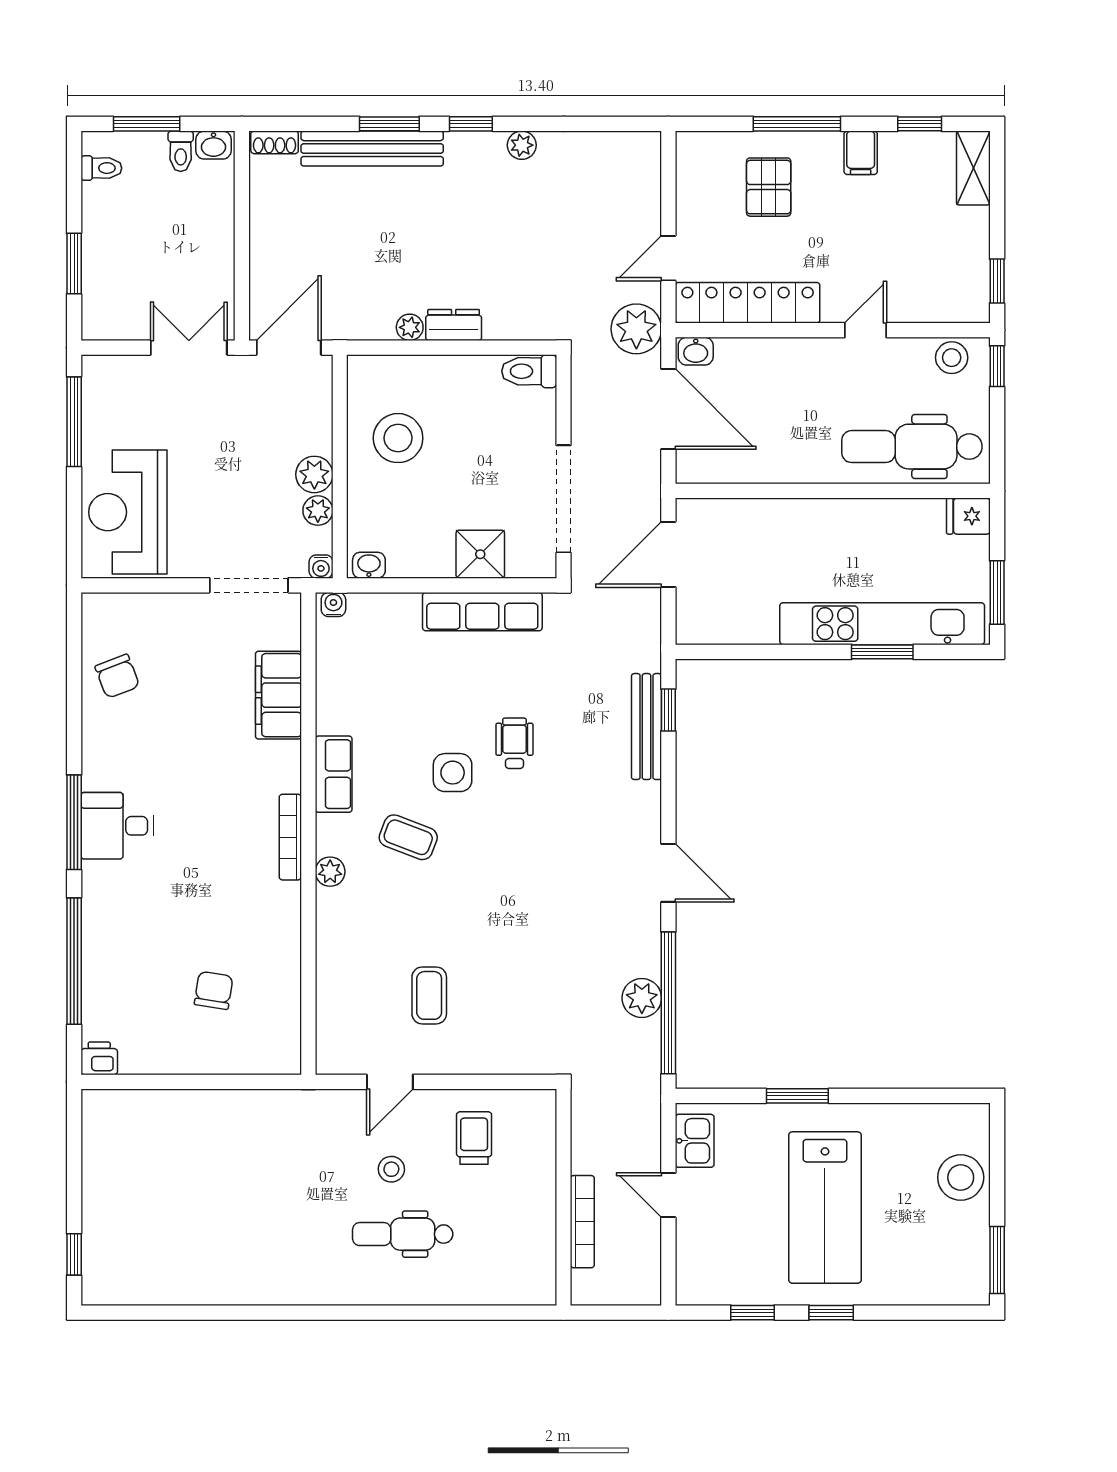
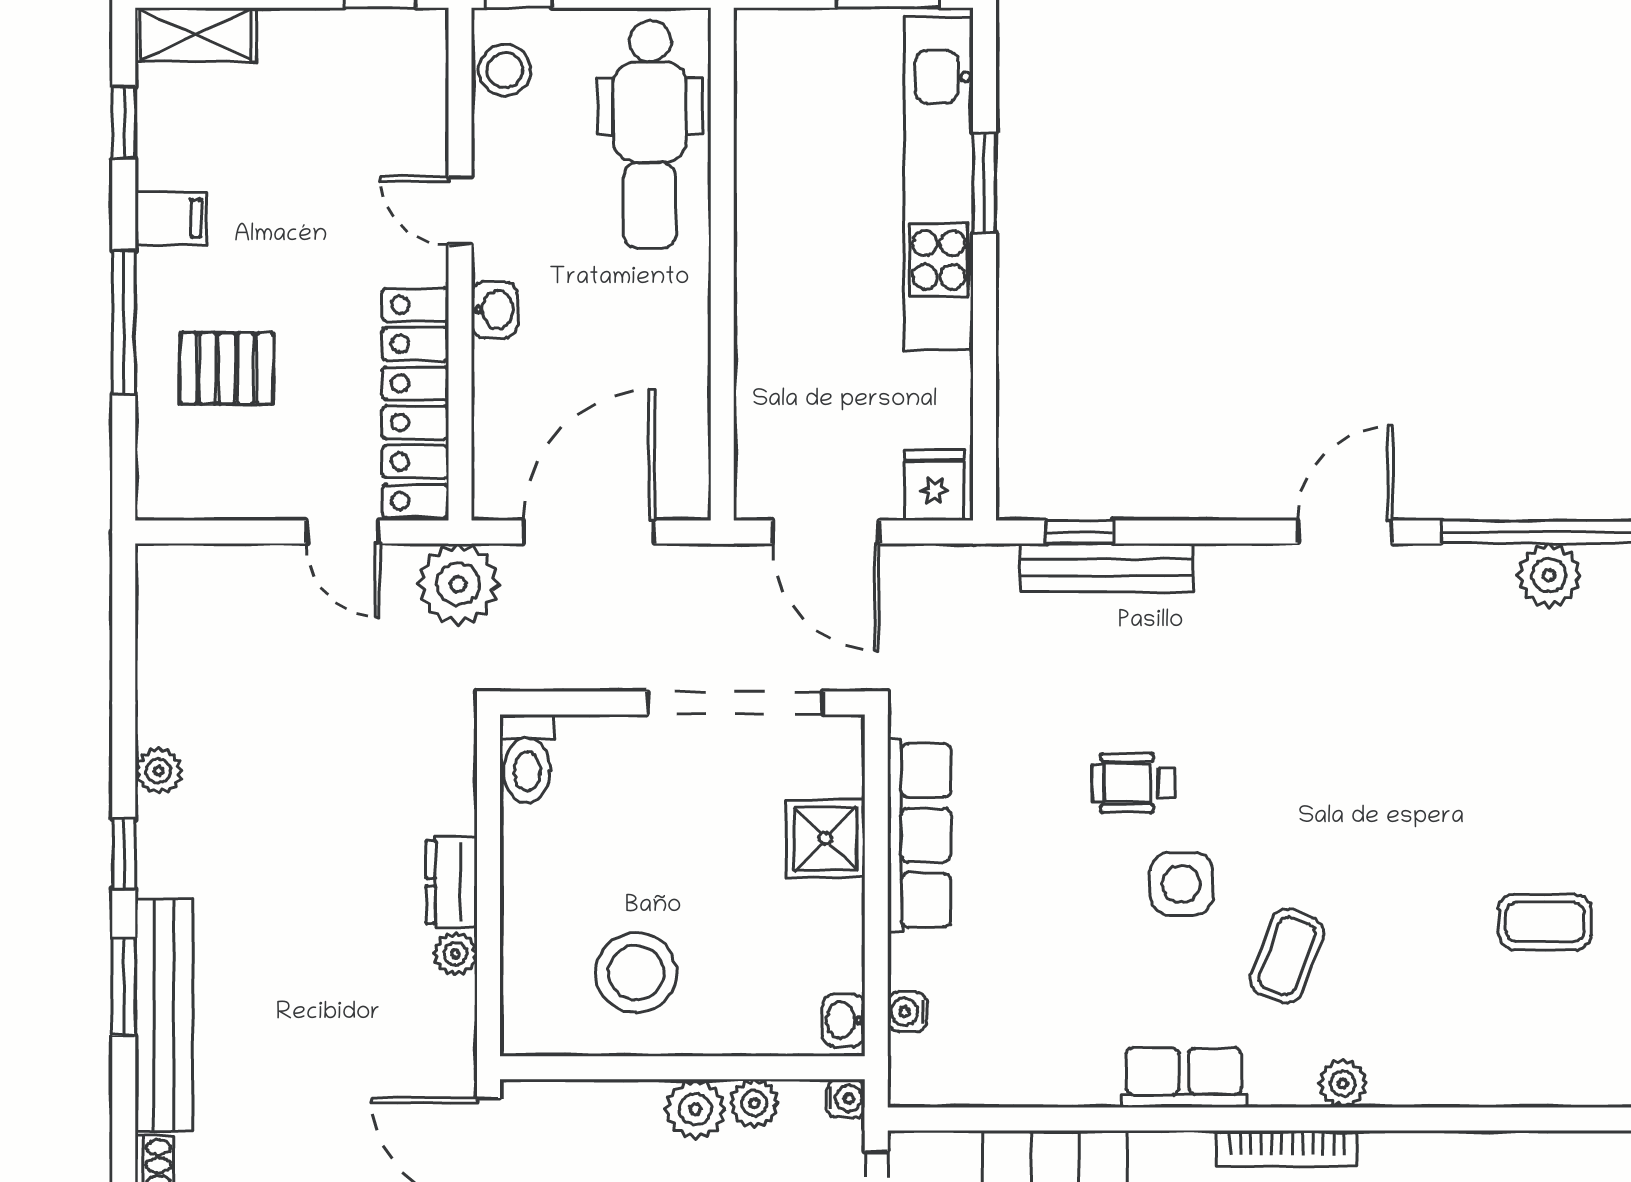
washbasin: (696, 351) -> (494, 310), moved
fridge: (968, 516) -> (935, 485), moved, turned 180
water cooler: (333, 604) -> (907, 1012), moved

